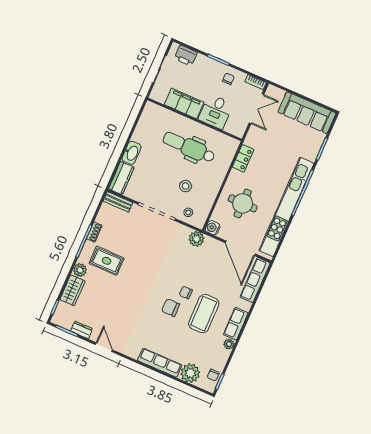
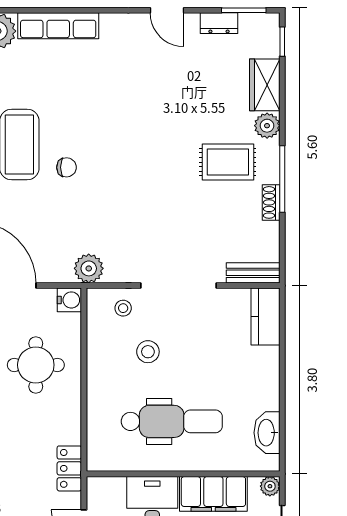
plant: (155, 95) -> (270, 486), added
washbasin: (132, 153) -> (267, 433), moved
locker: (243, 158) -> (69, 468), moved
chair: (171, 308) -> (81, 130), removed

